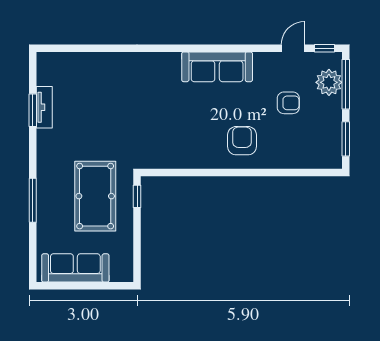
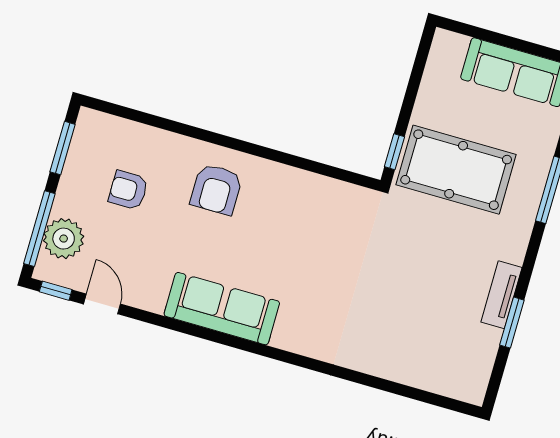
door: (293, 48) -> (102, 304), swing flipped
armchair: (288, 103) -> (128, 190), moved
tv unit: (44, 107) -> (501, 295), moved
pool table: (95, 196) -> (456, 170), turned 90

